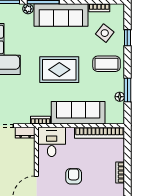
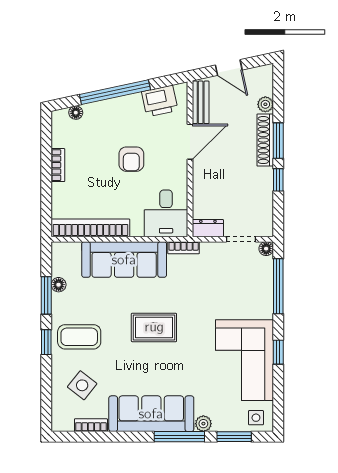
window: (127, 38) -> (46, 342), moved
rug: (59, 70) -> (154, 327), width x0.73, depth x0.70

